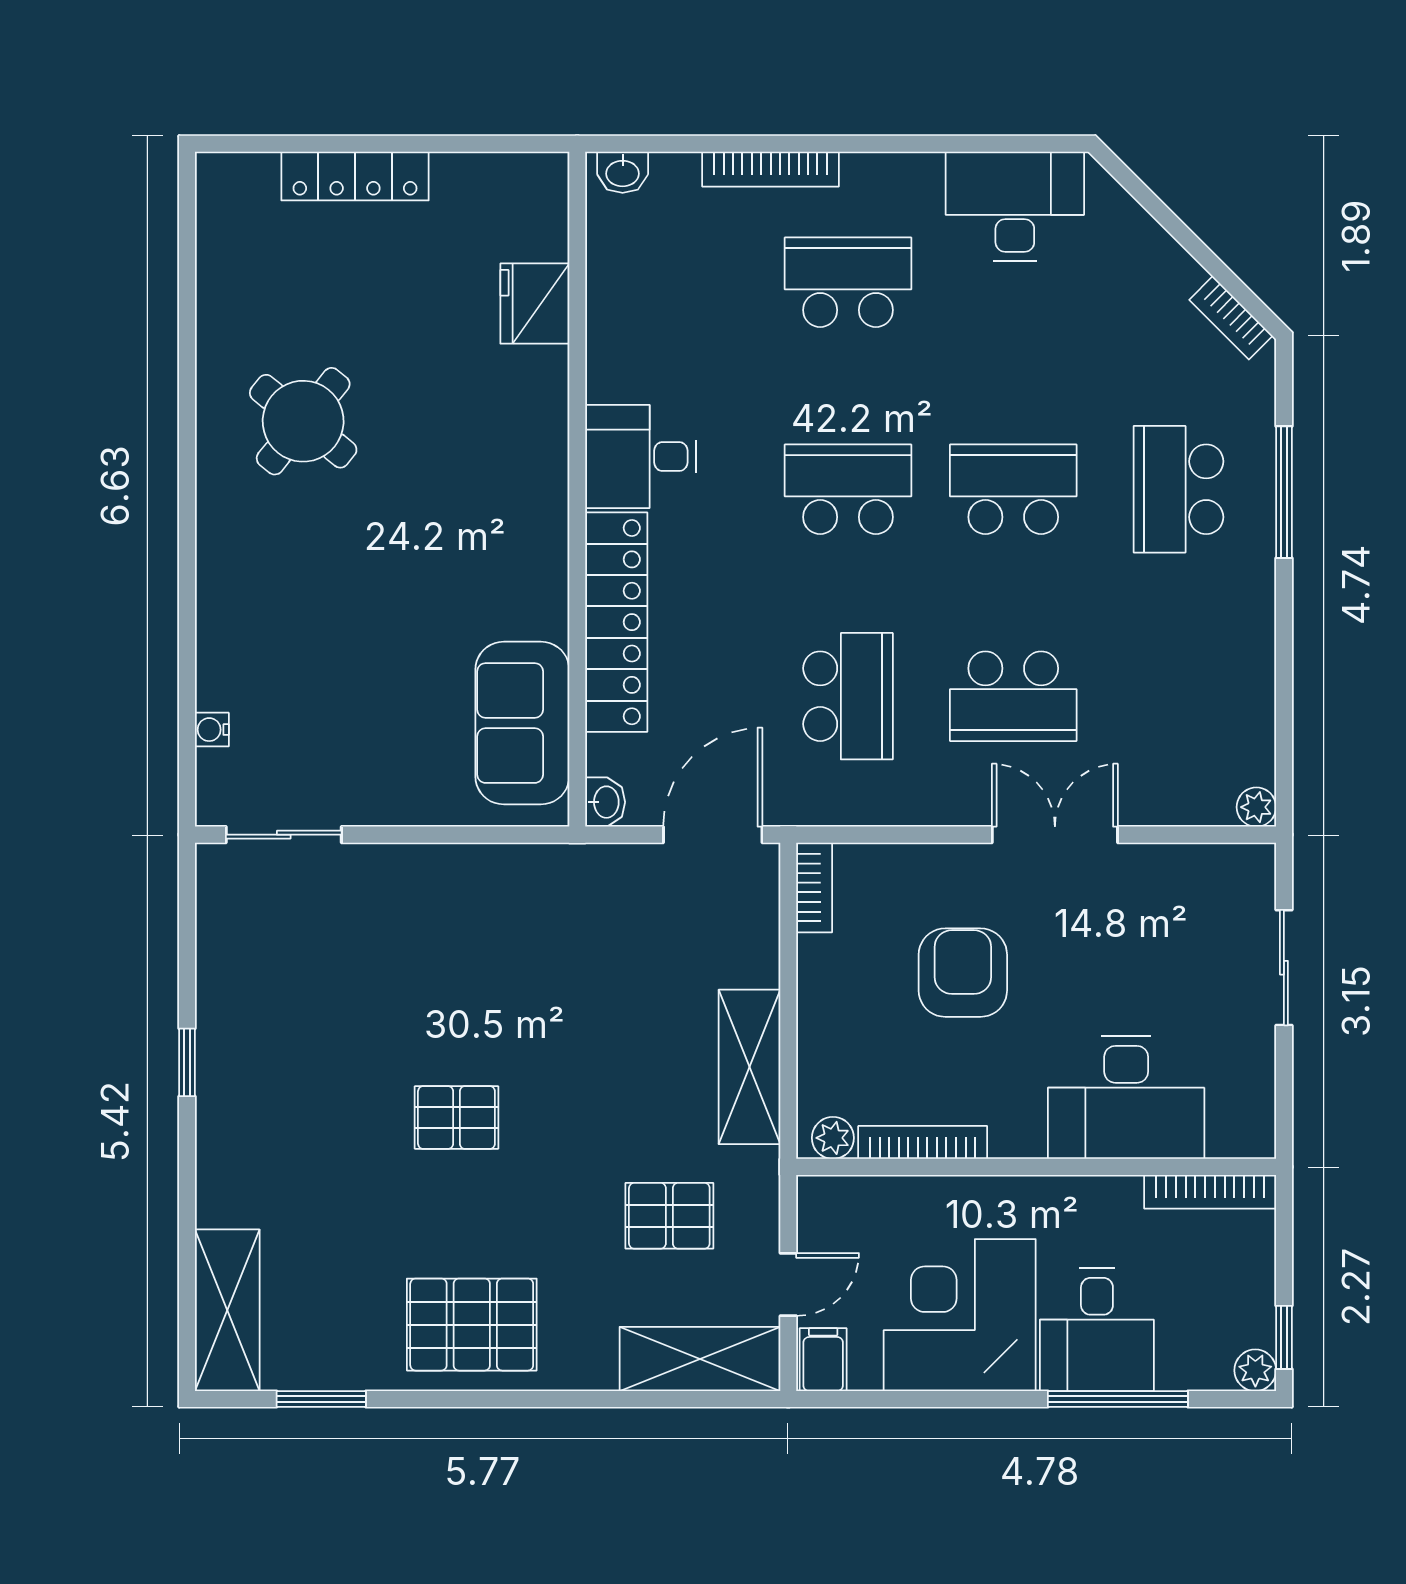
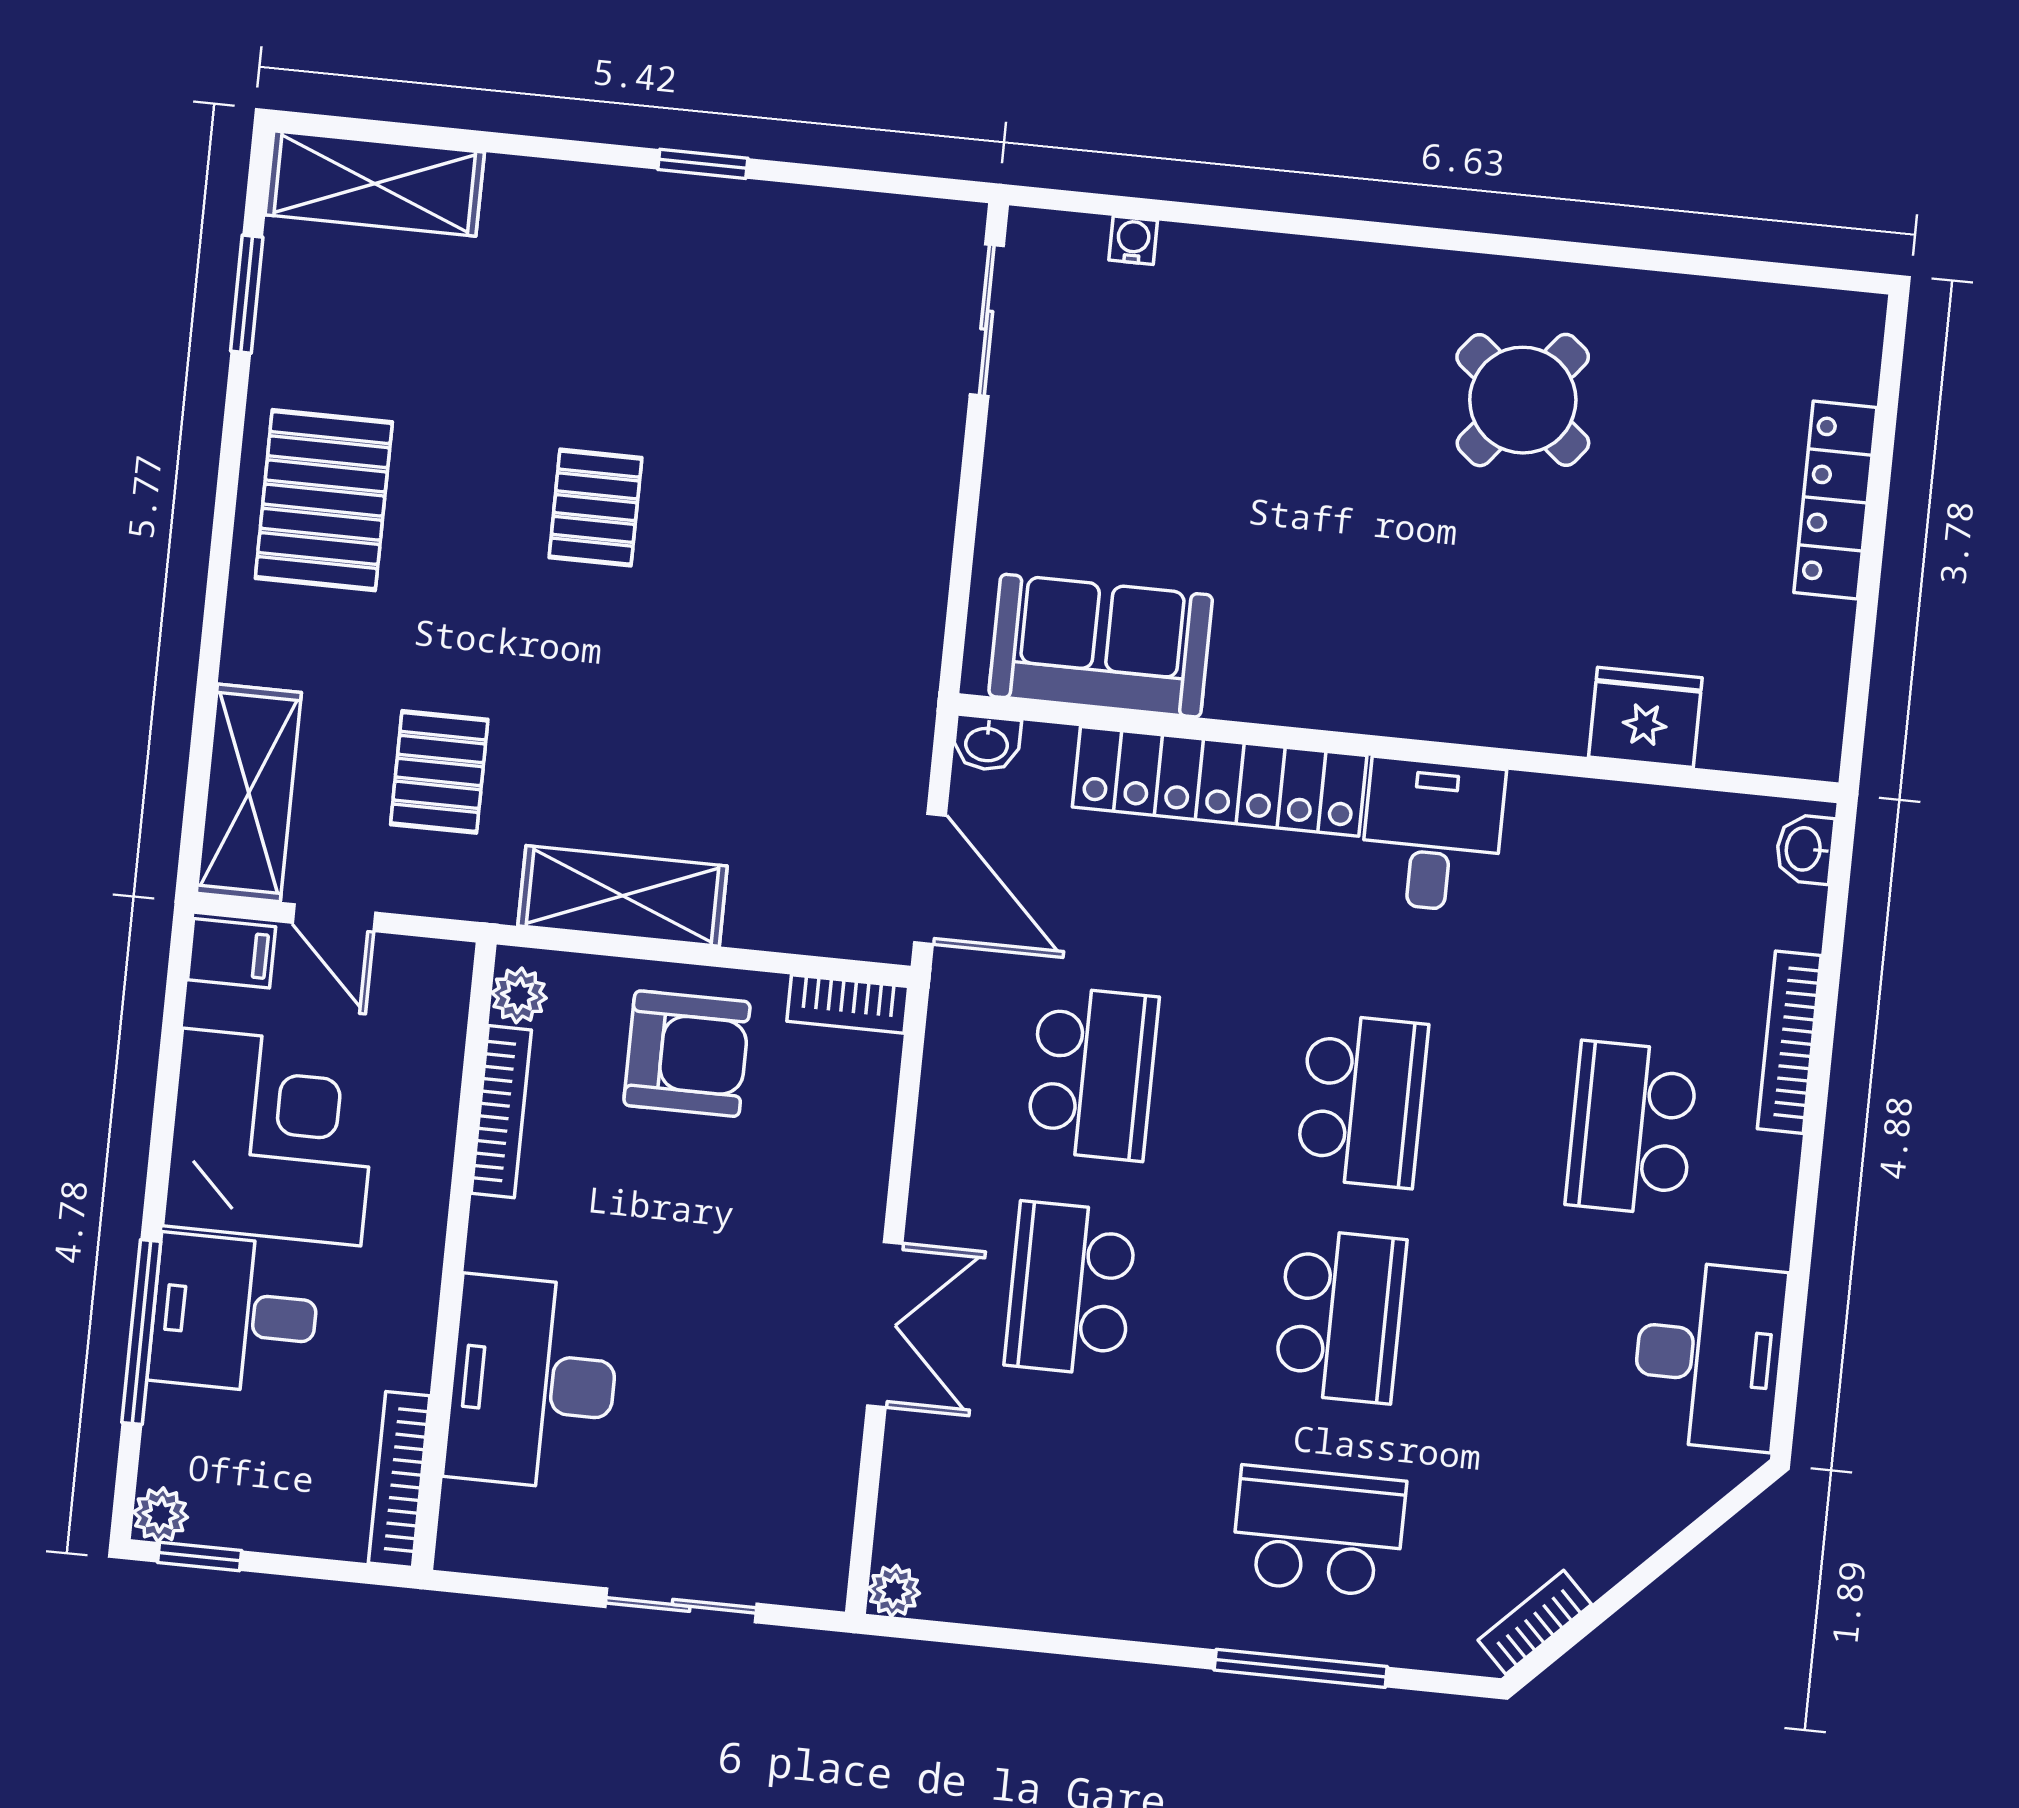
school desk: (848, 282) -> (1632, 1128), turned 180
school desk: (848, 696) -> (1093, 1073), turned -90
armchair: (963, 973) -> (687, 1054), moved

